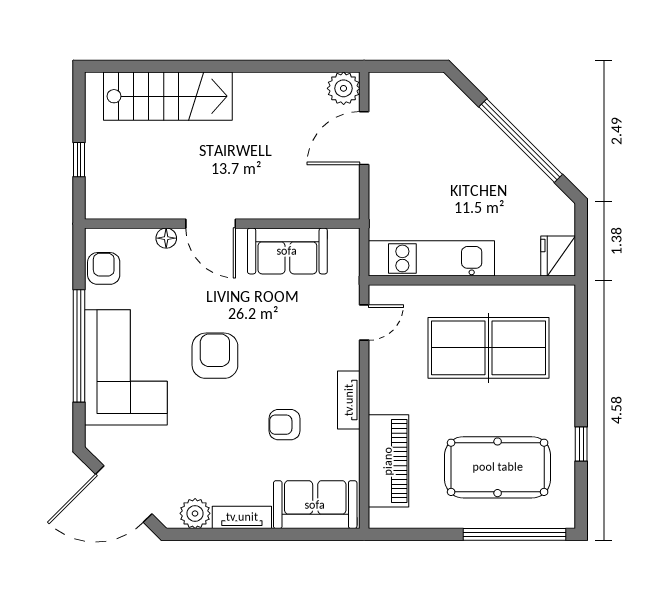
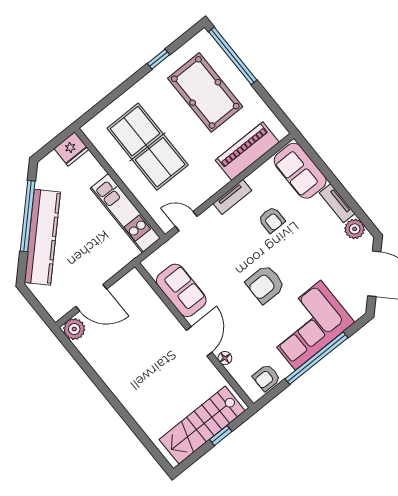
stairs: (168, 96) -> (202, 425), moved, turned -90
kitchen counter: (482, 138) -> (42, 237), added

